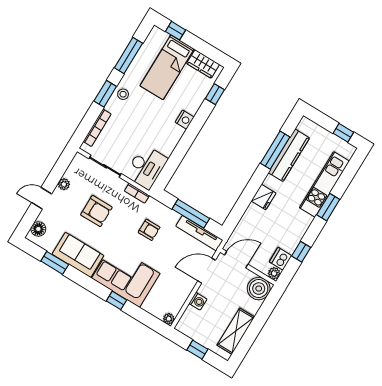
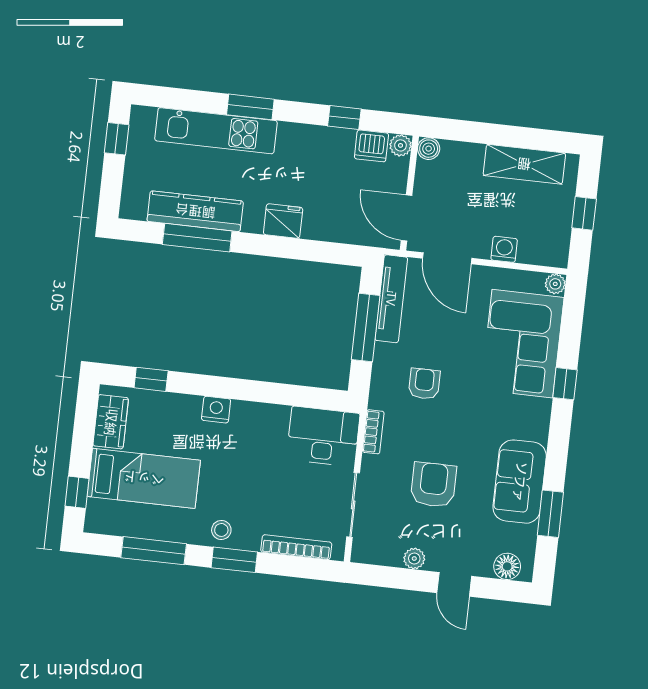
corner sofa: (126, 276) -> (522, 344), moved
boiler: (259, 289) -> (429, 149), width x0.54, depth x0.54

